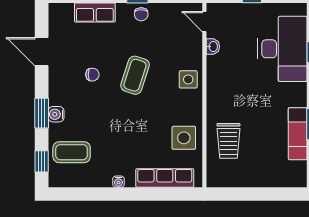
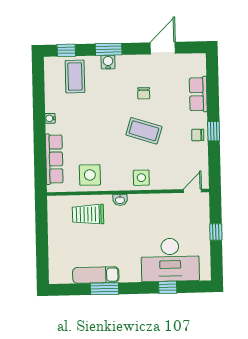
washbasin: (213, 47) -> (120, 200), moved

